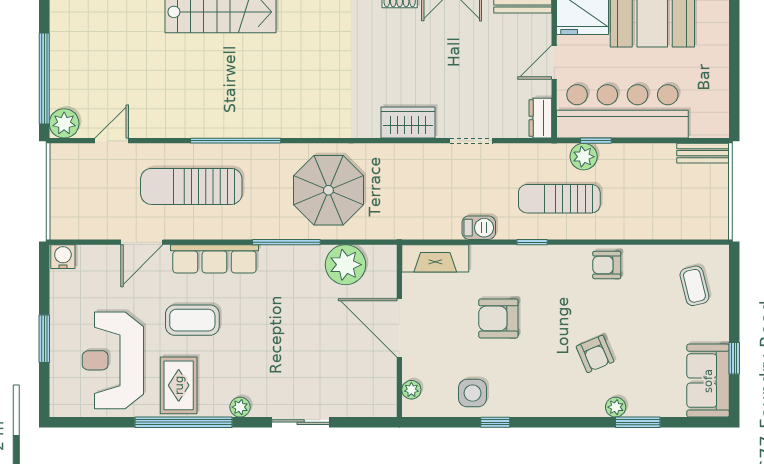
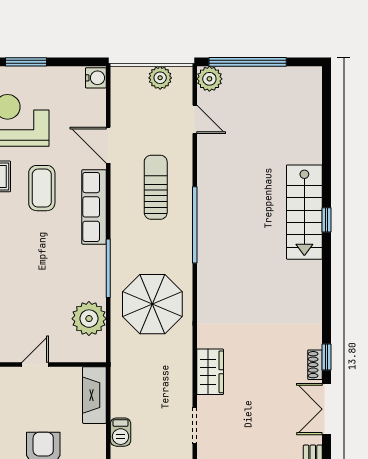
plant: (63, 181) -> (160, 78), added
sun lounger: (191, 186) -> (156, 187), width x0.73, depth x0.75
door: (399, 328) -> (35, 364), width x0.53

